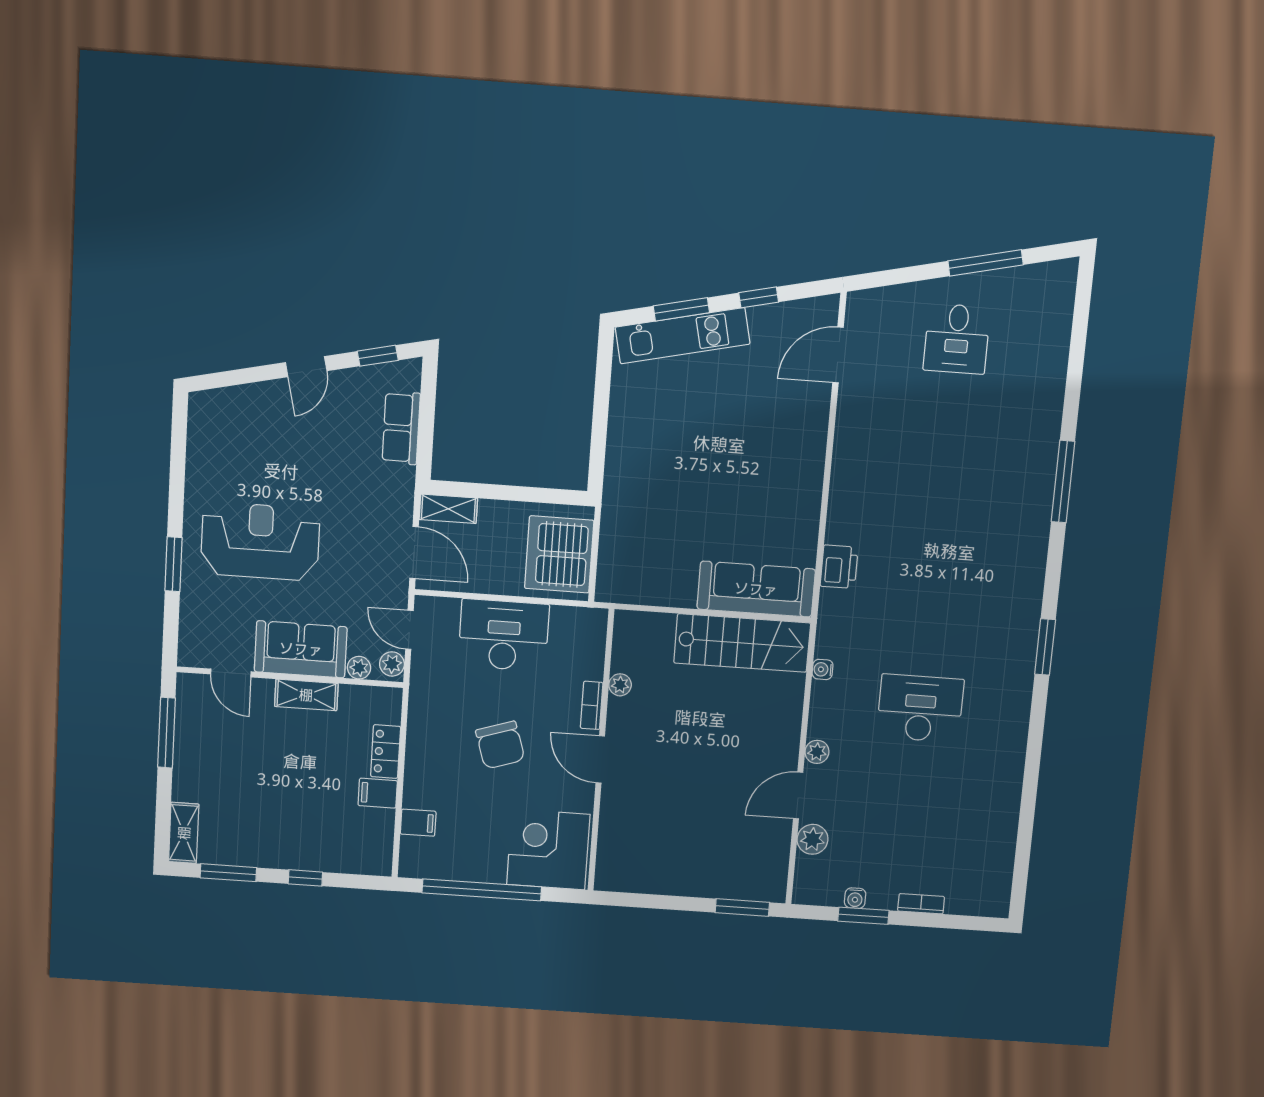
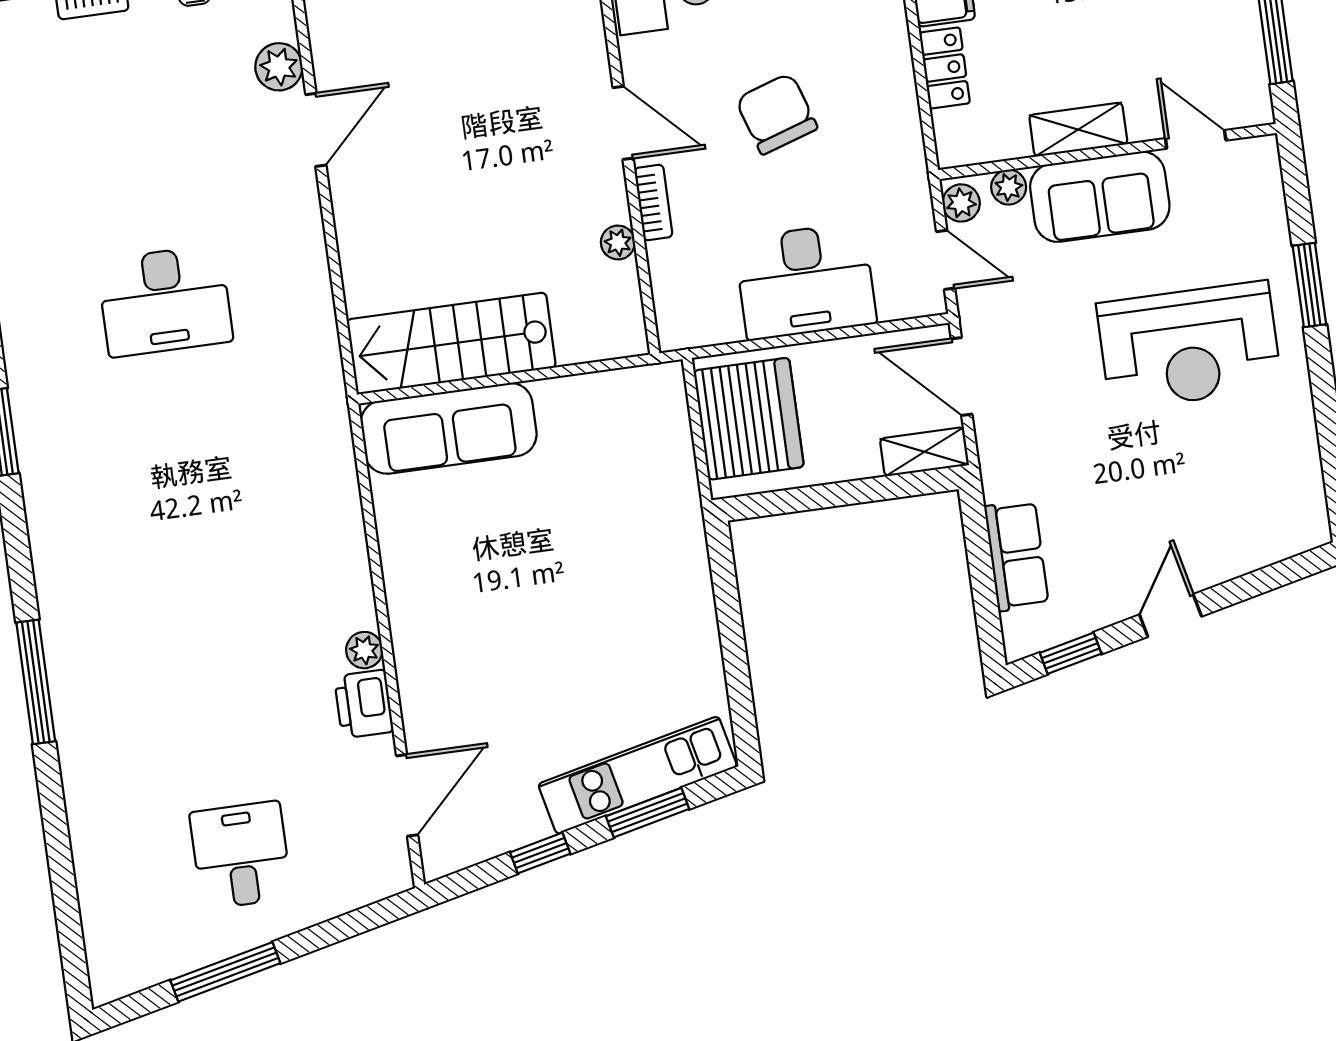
printer: (839, 567) -> (364, 704), moved
water cooler: (823, 669) -> (323, 329), removed
plant: (817, 752) -> (364, 650), moved

